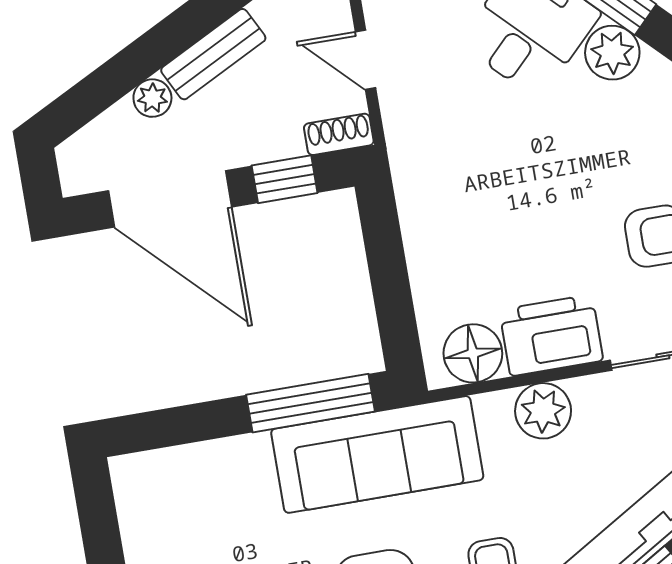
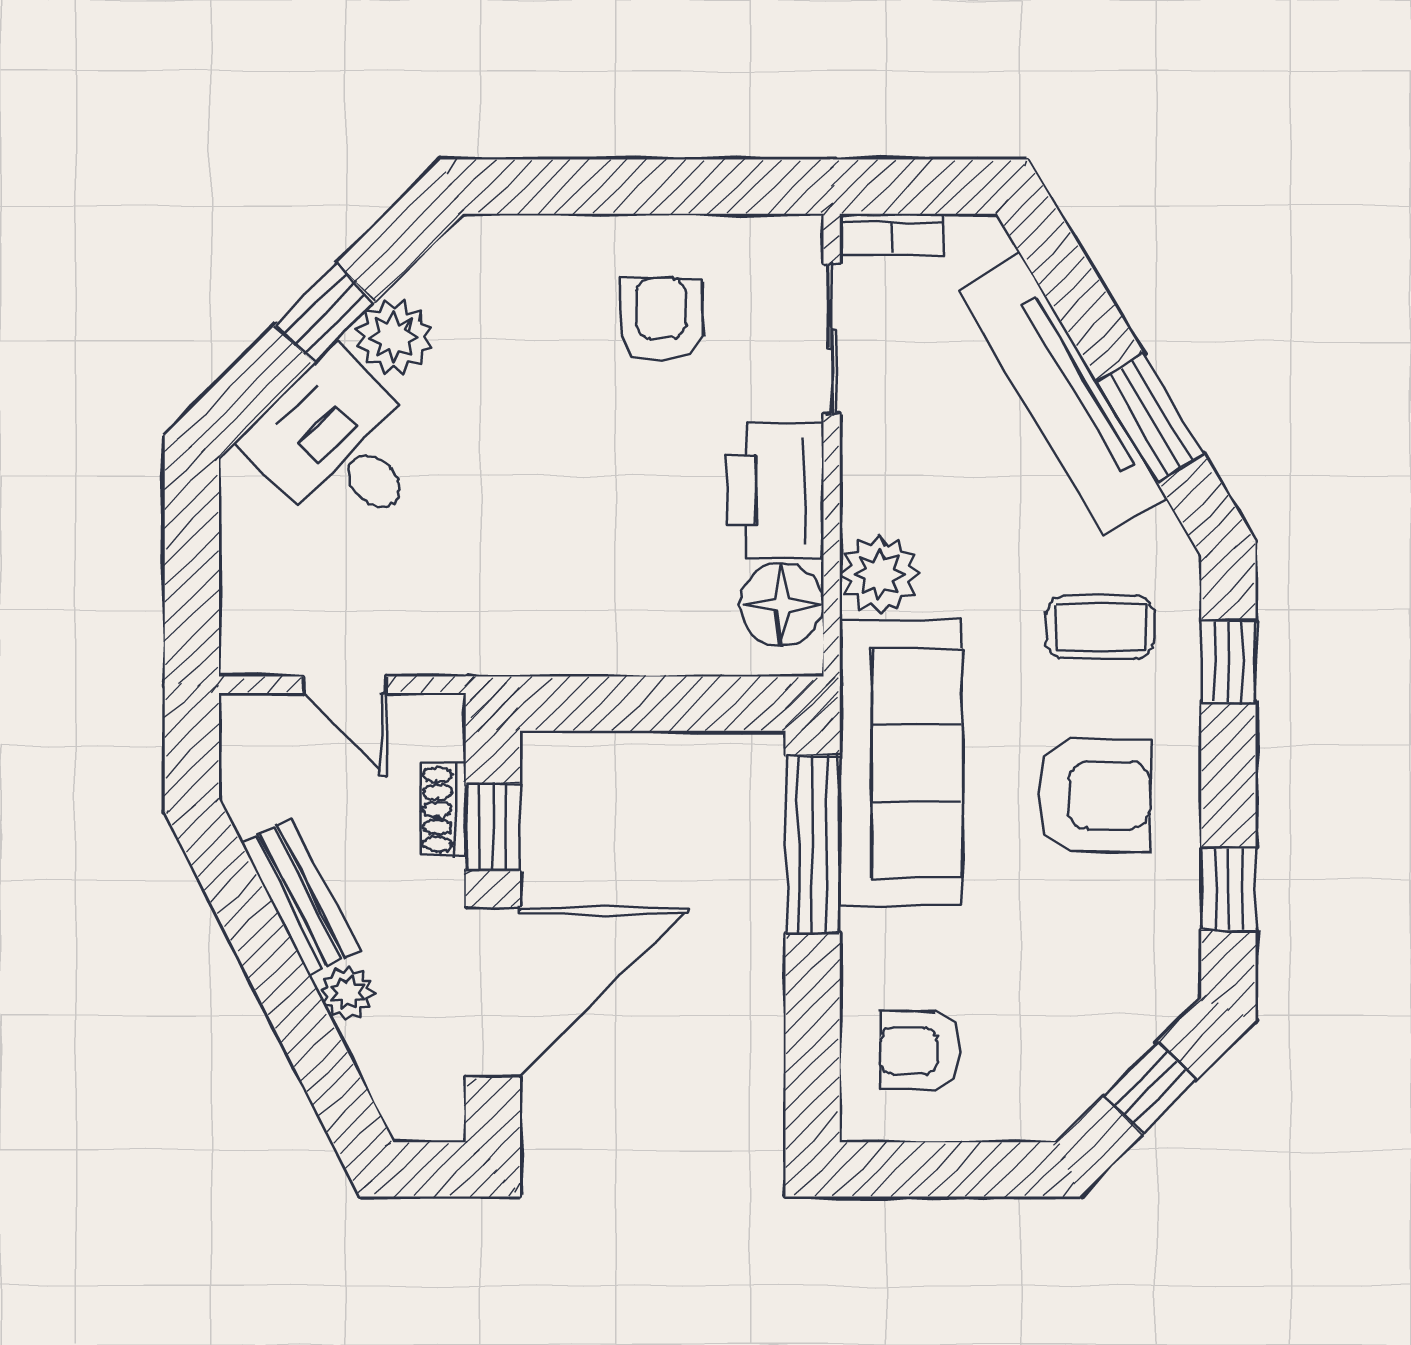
door: (366, 60) -> (345, 685), hinge flipped
shoe rack: (339, 134) -> (443, 810), moved
plant: (543, 411) -> (879, 574), moved
armchair: (180, 502) -> (920, 1051), added

